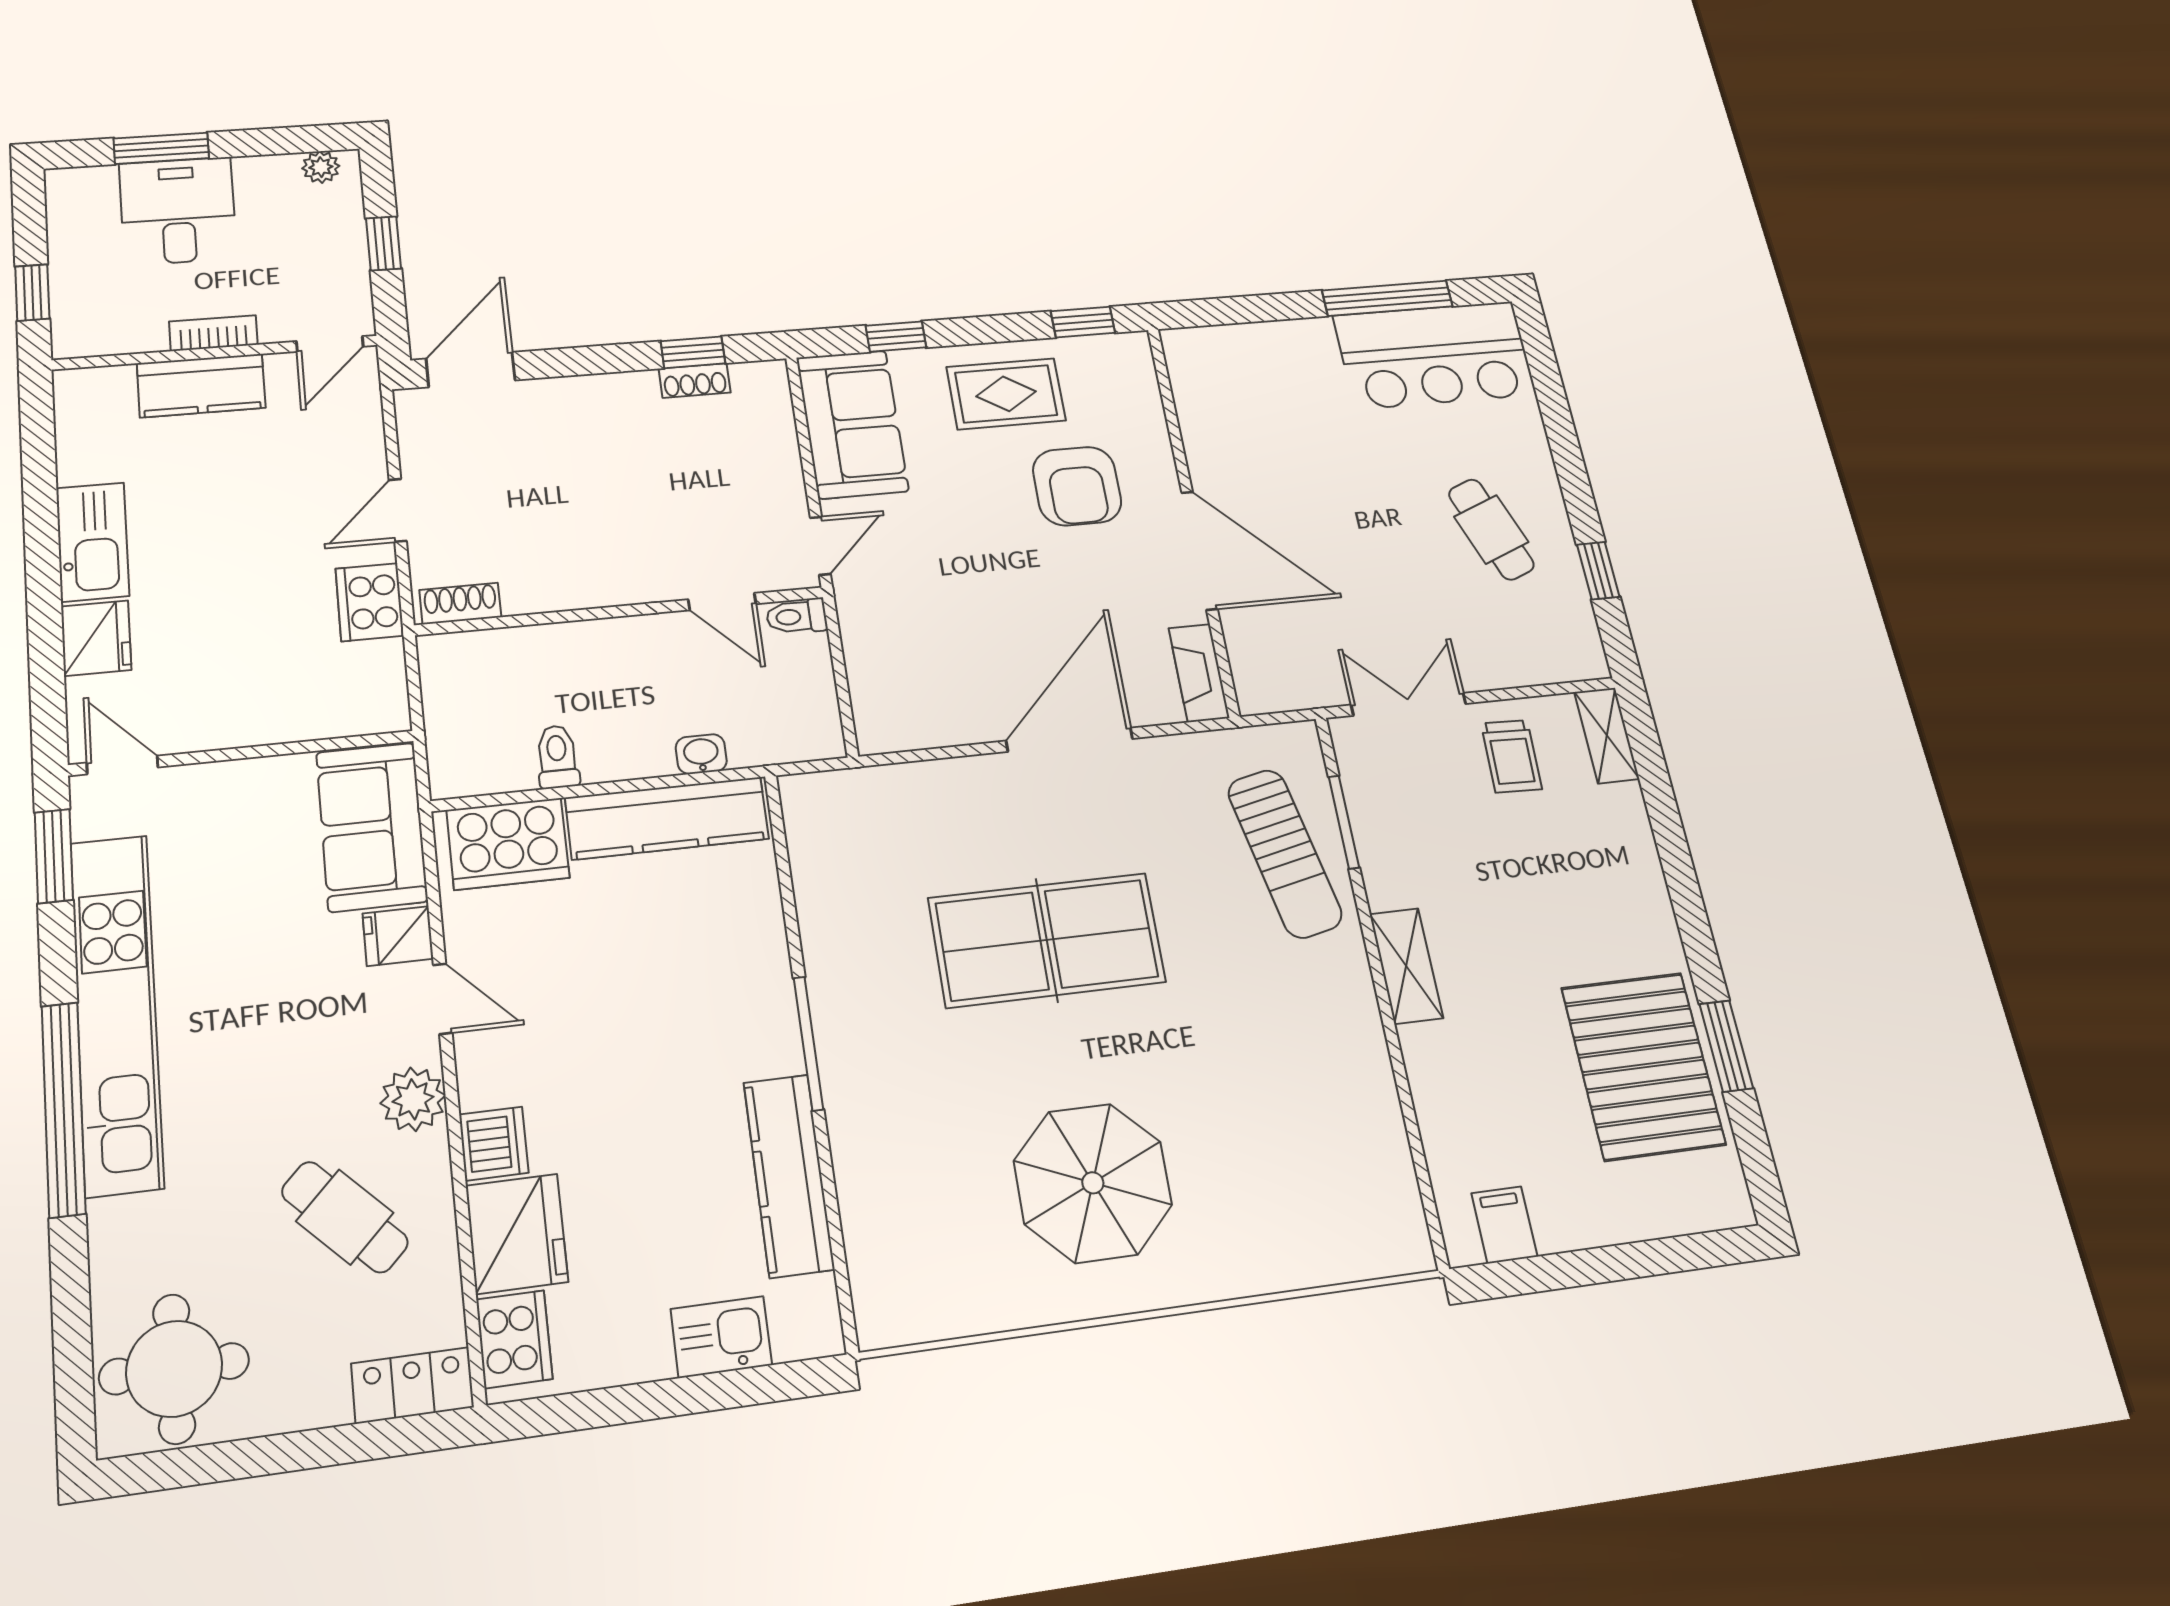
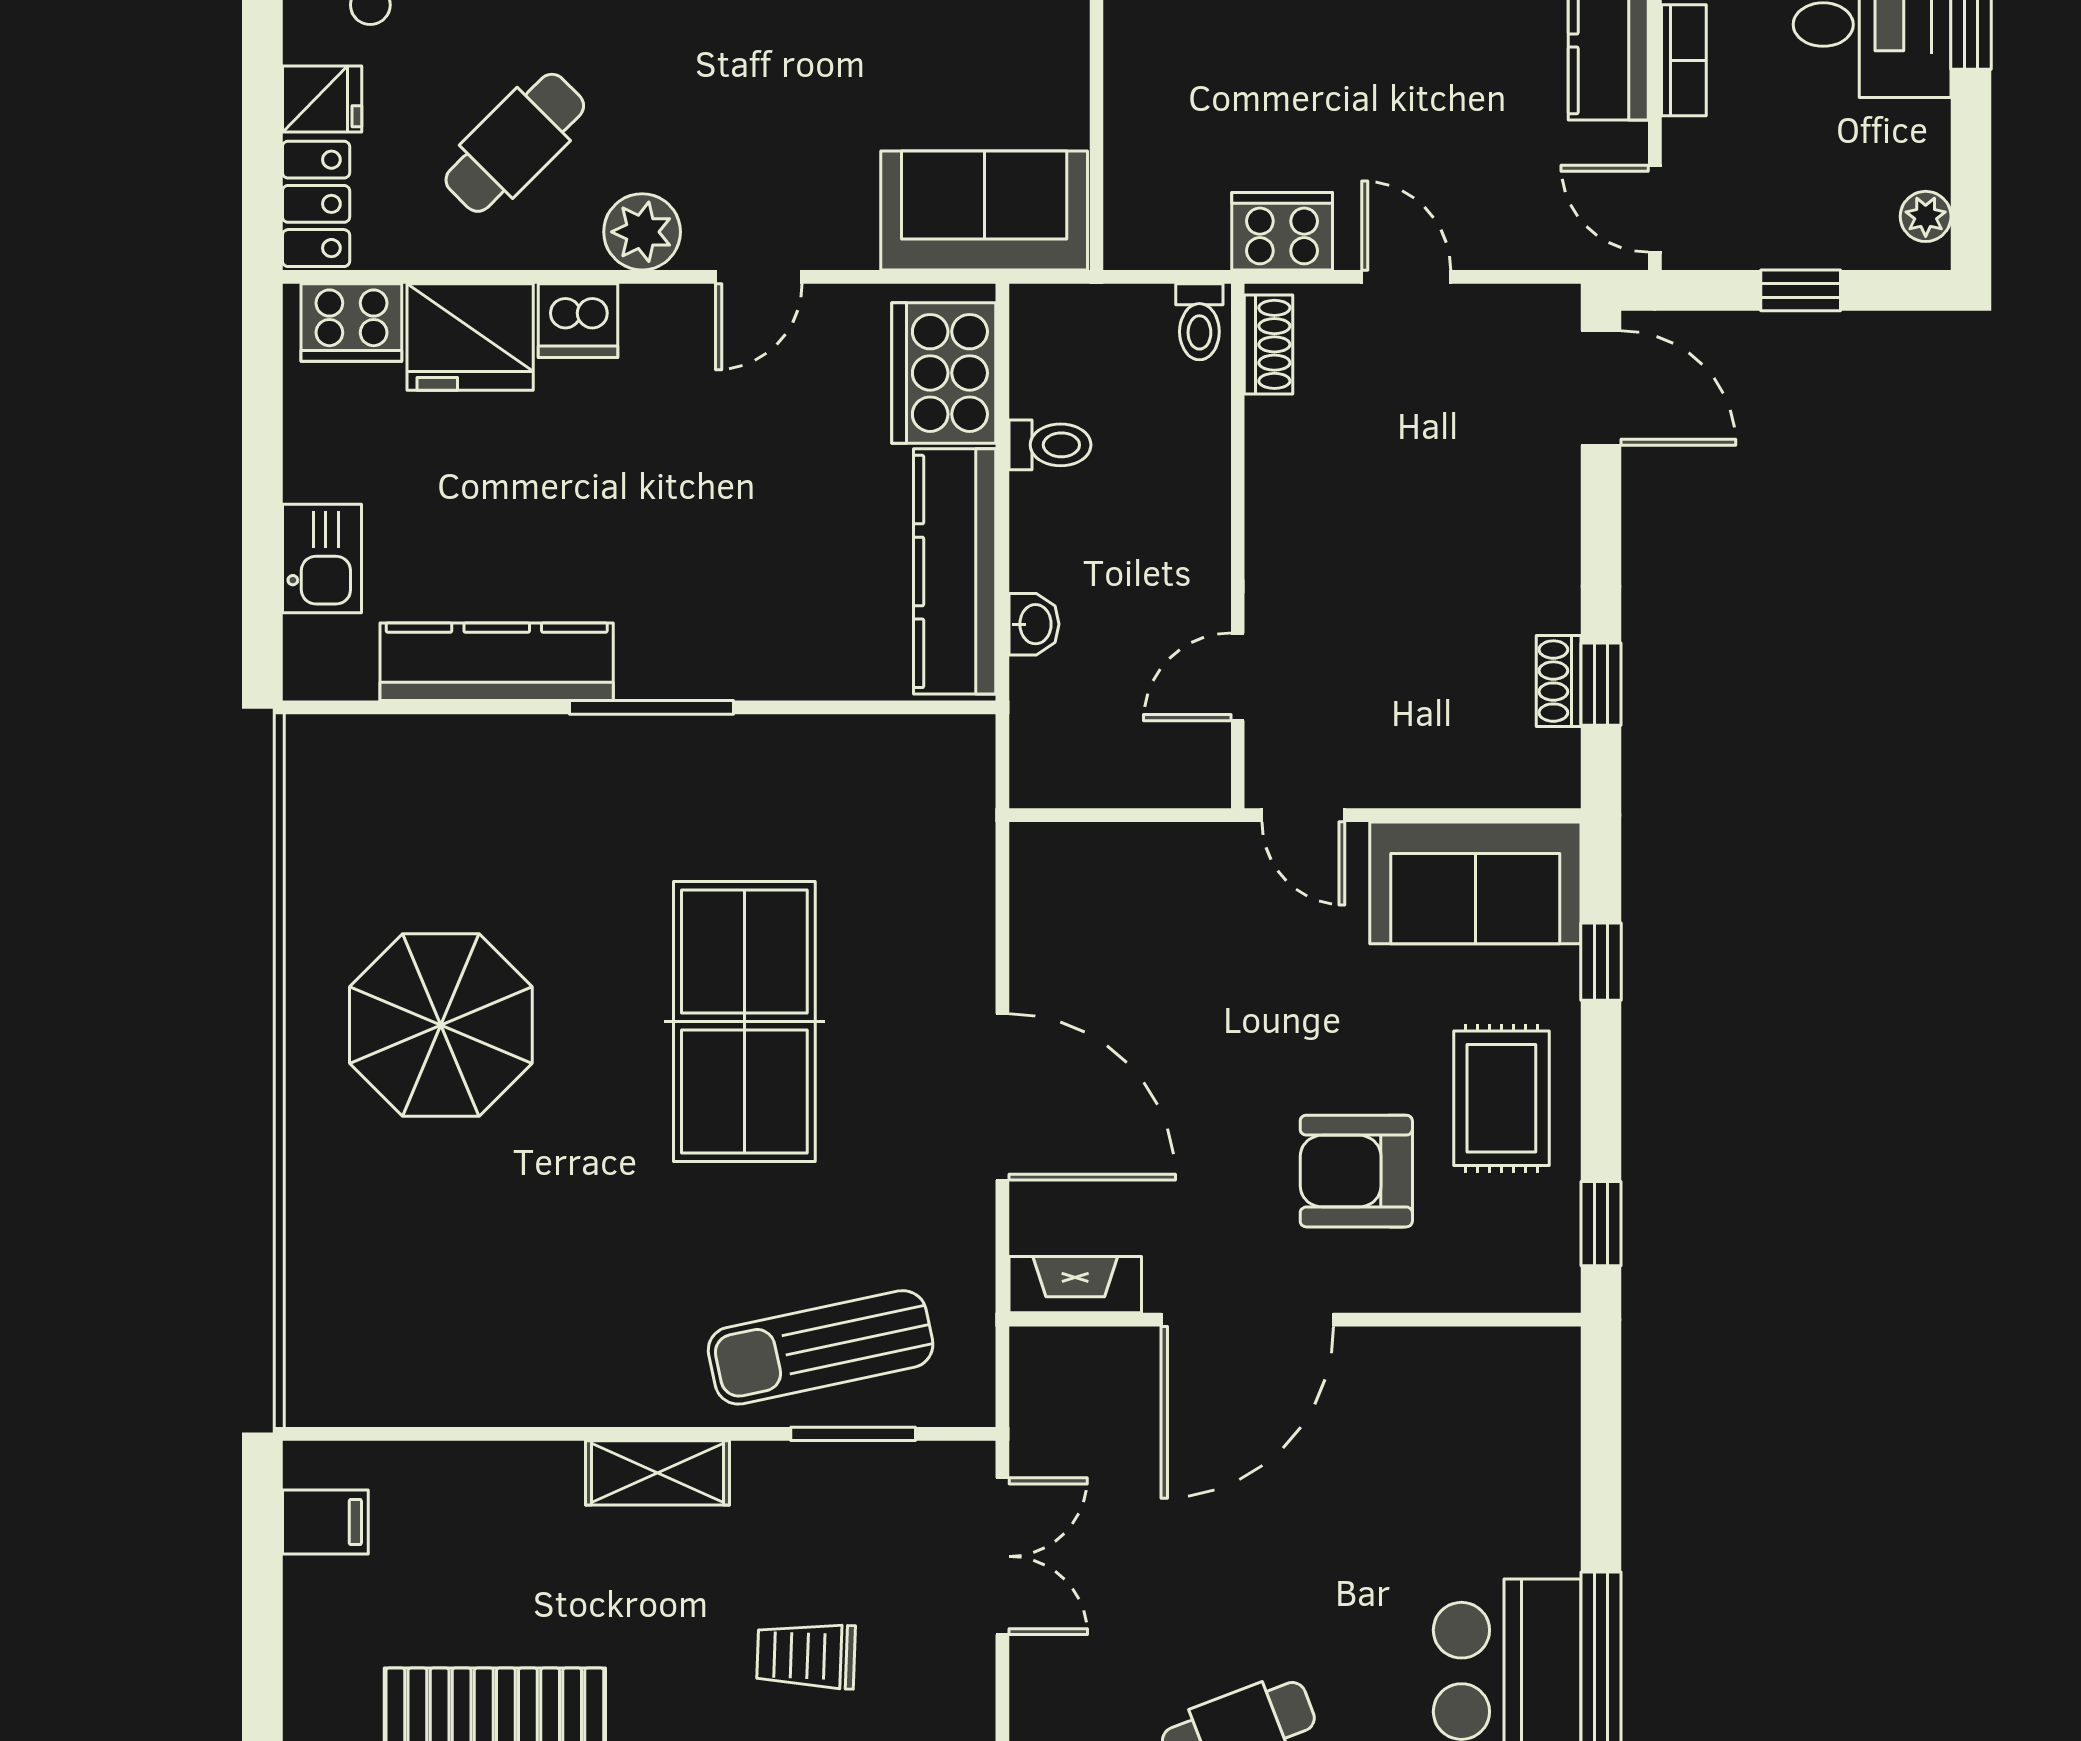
toilet: (797, 616) -> (1199, 322), moved, turned 180
trolley: (1511, 756) -> (806, 1656), moved
fridge: (398, 936) -> (322, 99), moved, turned 90

